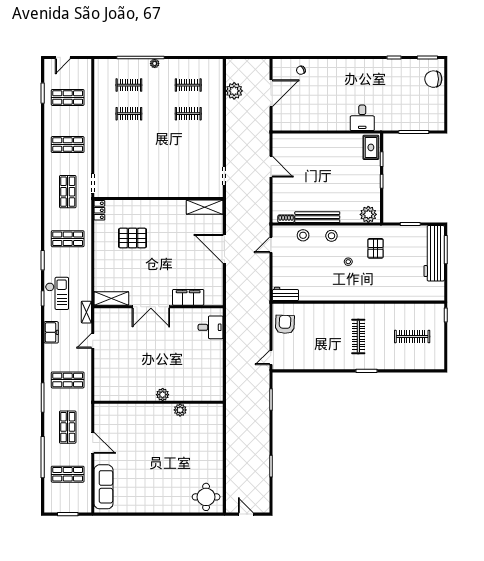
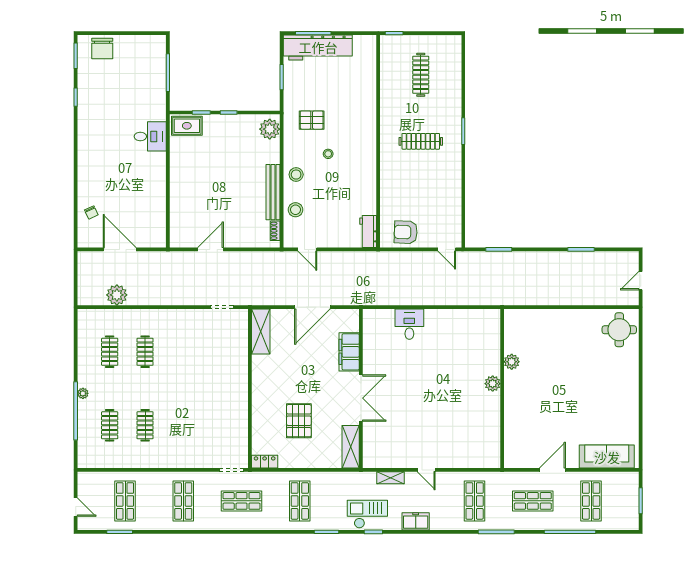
filing cabinet: (188, 297) -> (349, 352), moved
shelving: (111, 298) -> (351, 447), moved
double door: (151, 307) -> (361, 398), moved
wall: (159, 307) -> (361, 389), moved

